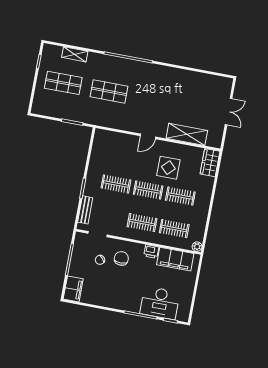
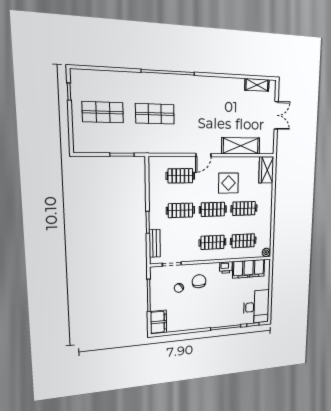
shelving: (75, 54) -> (257, 85), moved
clothes rail: (122, 151) -> (180, 176), added
desk: (160, 303) -> (256, 307), moved, turned -90

